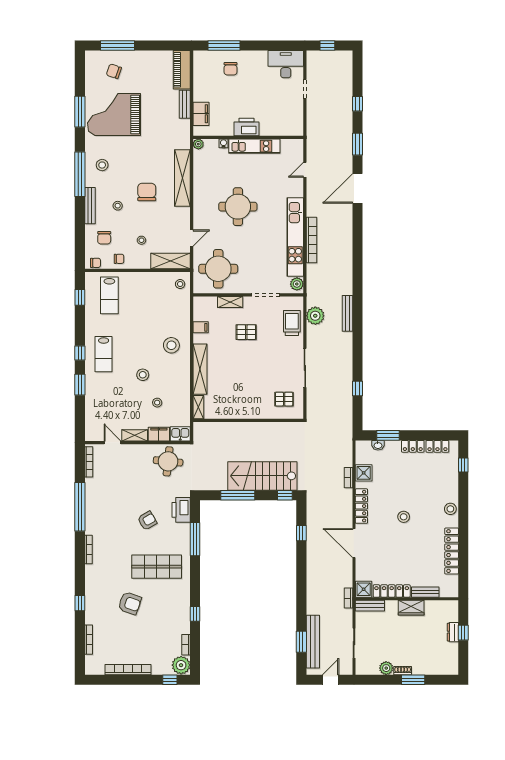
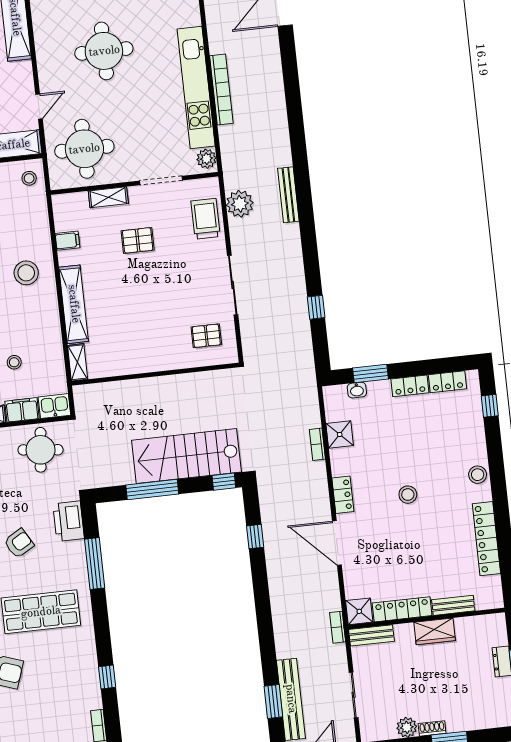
locker: (361, 506) -> (343, 495), width x0.66

